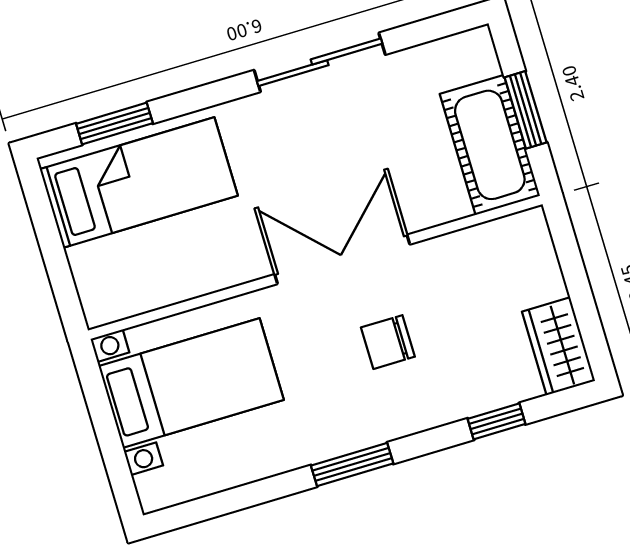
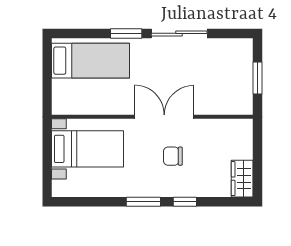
window: (114, 124) -> (126, 33), moved
cot: (490, 145) -> (239, 88), removed
window: (497, 421) -> (185, 202), moved

